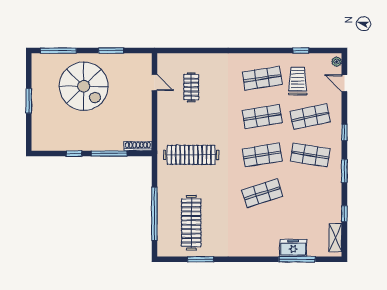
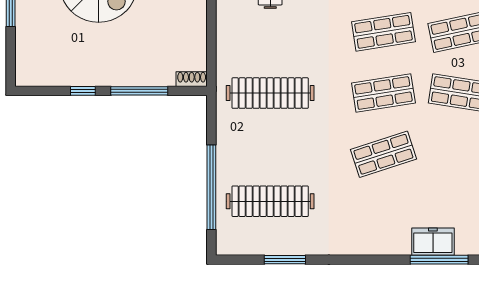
shoe rack: (138, 146) -> (192, 79), width x0.70
clothes rail: (191, 223) -> (270, 201), turned 90

